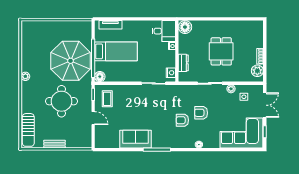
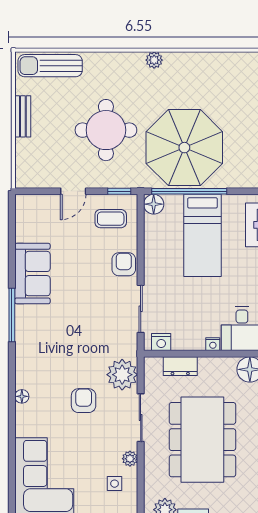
dining table: (221, 51) -> (202, 440), width x1.88, depth x1.24
plant: (188, 93) -> (122, 375), added
armchair: (182, 120) -> (124, 264), moved

